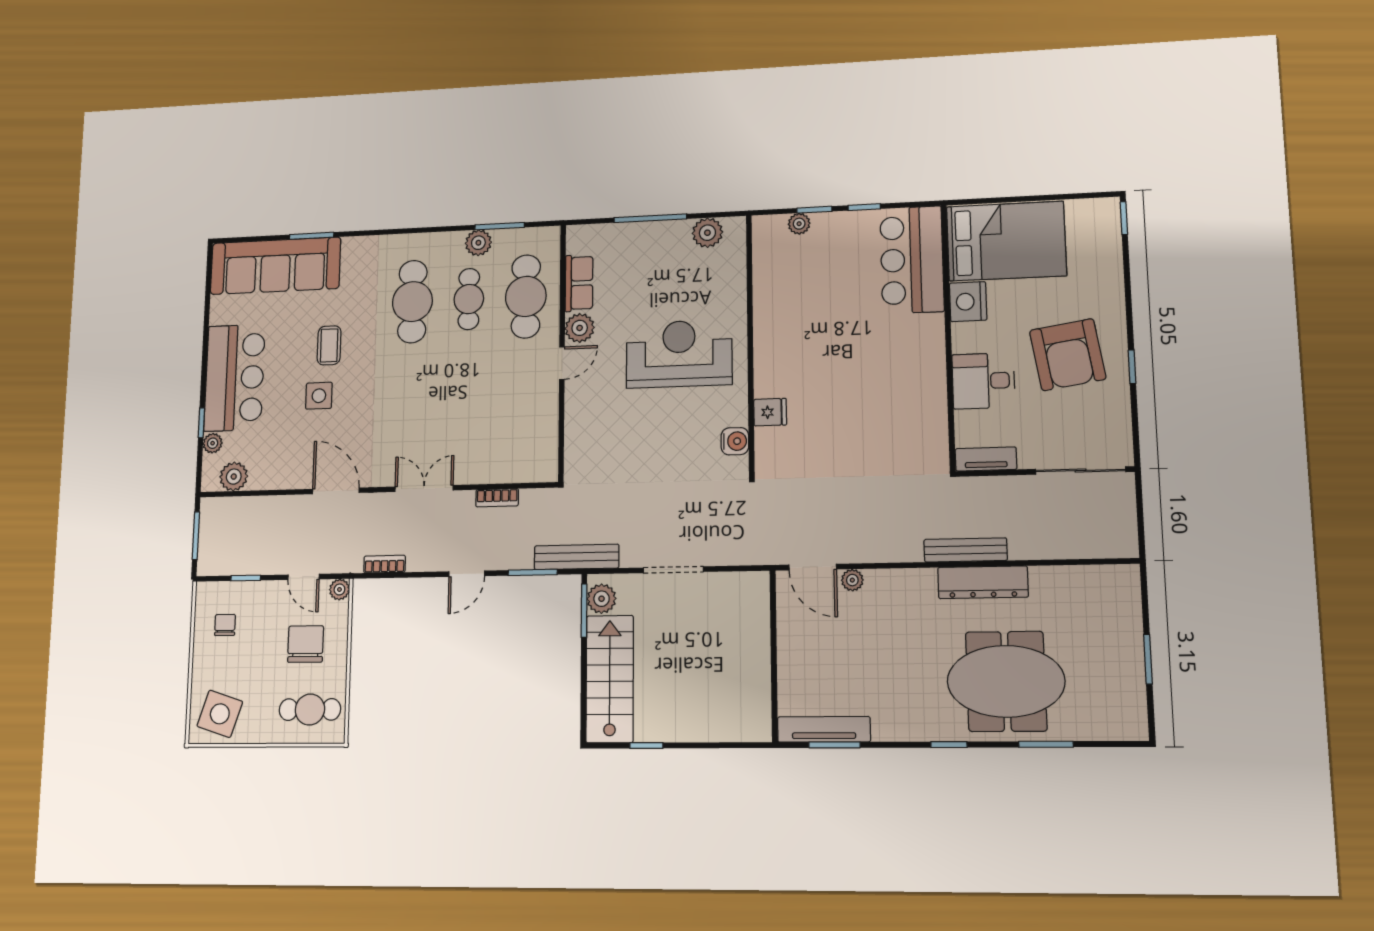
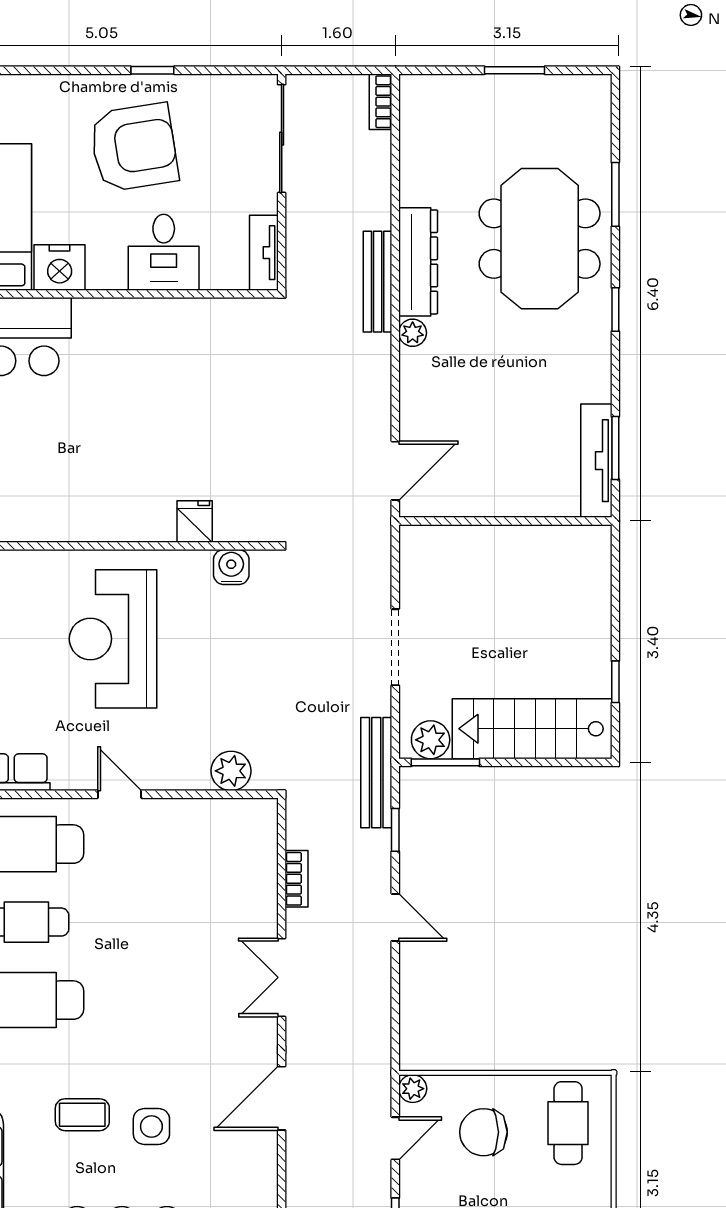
plant: (580, 328) -> (231, 771), moved
bookcase: (385, 564) -> (381, 102), moved
window: (533, 572) -> (395, 830), width x0.67
plant: (852, 580) -> (413, 333), moved

